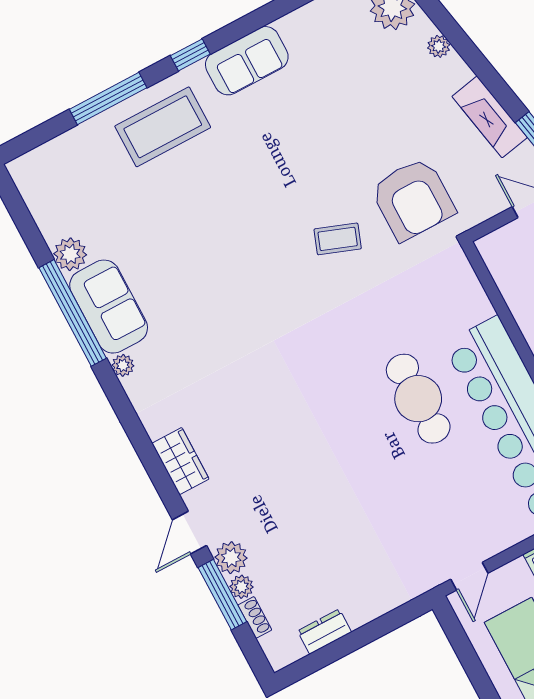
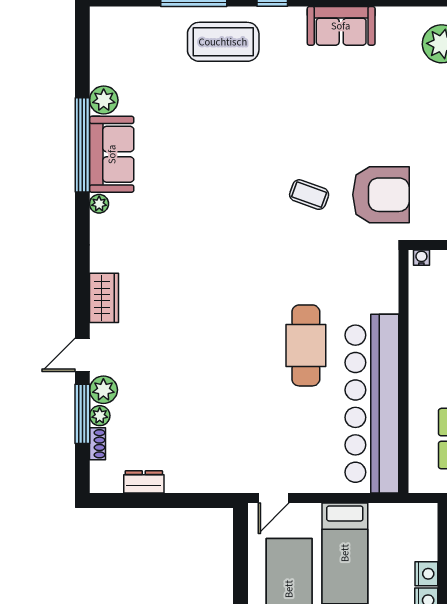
sofa: (247, 61) -> (341, 26), moved
armchair: (413, 199) -> (381, 195), turned -90
water cooler: (490, 242) -> (421, 258), added

